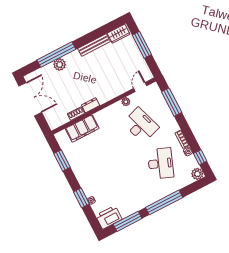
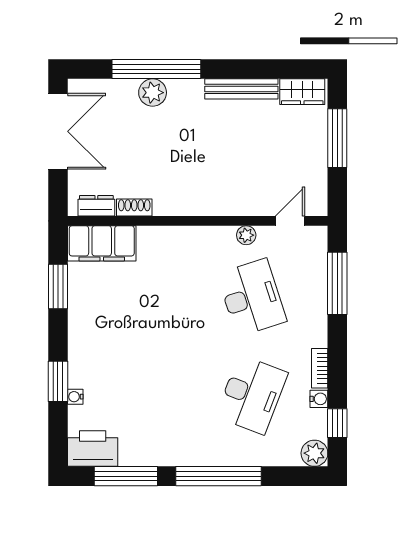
dresser: (91, 105) -> (96, 206), moved
filing cabinet: (82, 128) -> (102, 243), moved

